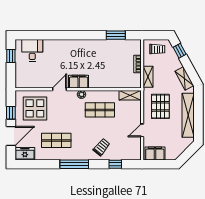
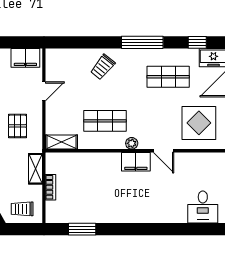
door: (59, 89) -> (164, 151), hinge flipped
pallet: (160, 106) -> (17, 126), width x0.67, depth x0.71
window: (115, 164) -> (197, 42), moved

